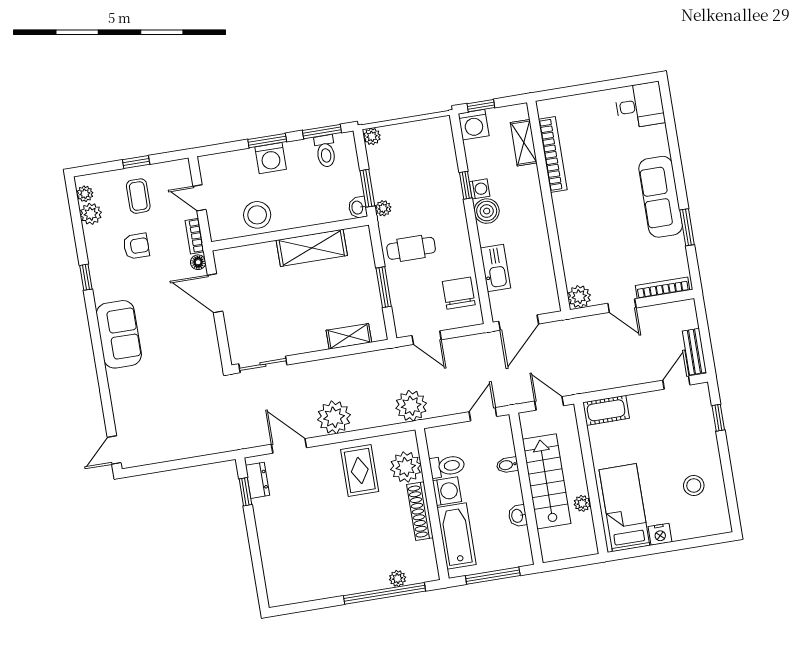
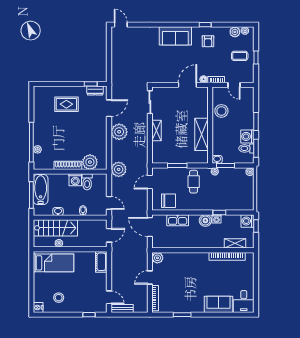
washing machine: (271, 158) -> (247, 136), moved
sofa: (661, 197) -> (219, 304), moved, width x0.73
door: (199, 198) -> (234, 85), swing flipped
armchair: (136, 246) -> (208, 41), moved
shelving: (349, 336) -> (157, 131), moved
rug: (360, 470) -> (66, 104), moved
stairs: (547, 481) -> (55, 228), moved
nightstand: (660, 534) -> (38, 307), moved
bathtub: (457, 536) -> (41, 189), moved, turned -90

